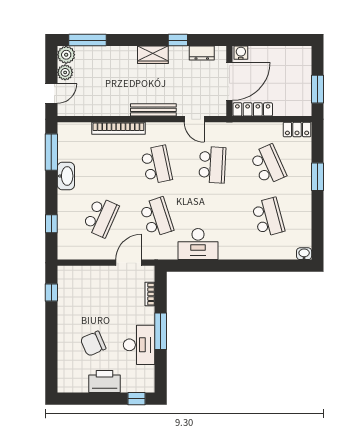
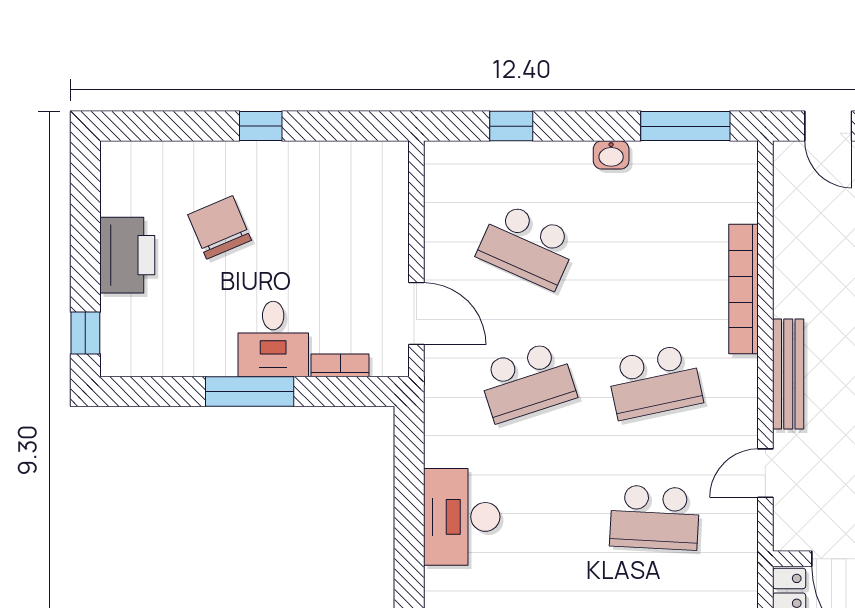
washbasin: (66, 176) -> (611, 155), width x0.52, depth x0.69
desk: (198, 244) -> (462, 517), moved
window: (51, 293) -> (261, 126), moved
desk: (139, 345) -> (273, 339), moved, width x0.73

